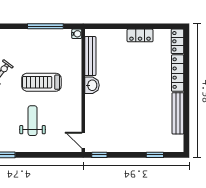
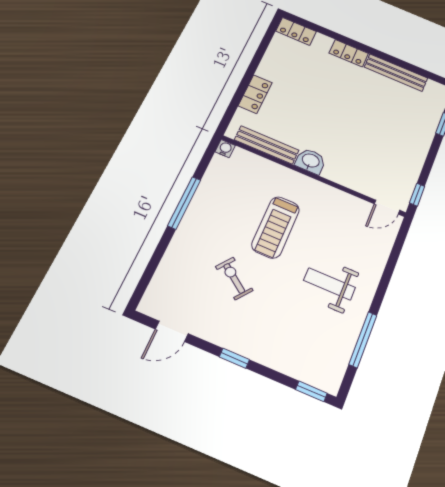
window: (45, 26) -> (184, 203), moved
locker: (140, 35) -> (255, 94), moved
locker: (178, 73) -> (349, 53), width x0.66
weight bench: (33, 121) -> (330, 284), moved

